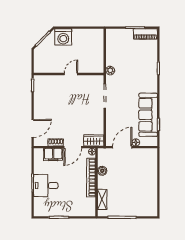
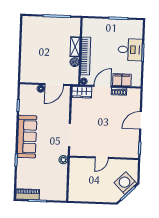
washing machine: (63, 37) -> (125, 183), moved, turned -45
sofa: (148, 115) -> (27, 137), moved
door: (33, 128) -> (141, 120), moved
shelving: (102, 199) -> (75, 47), moved

